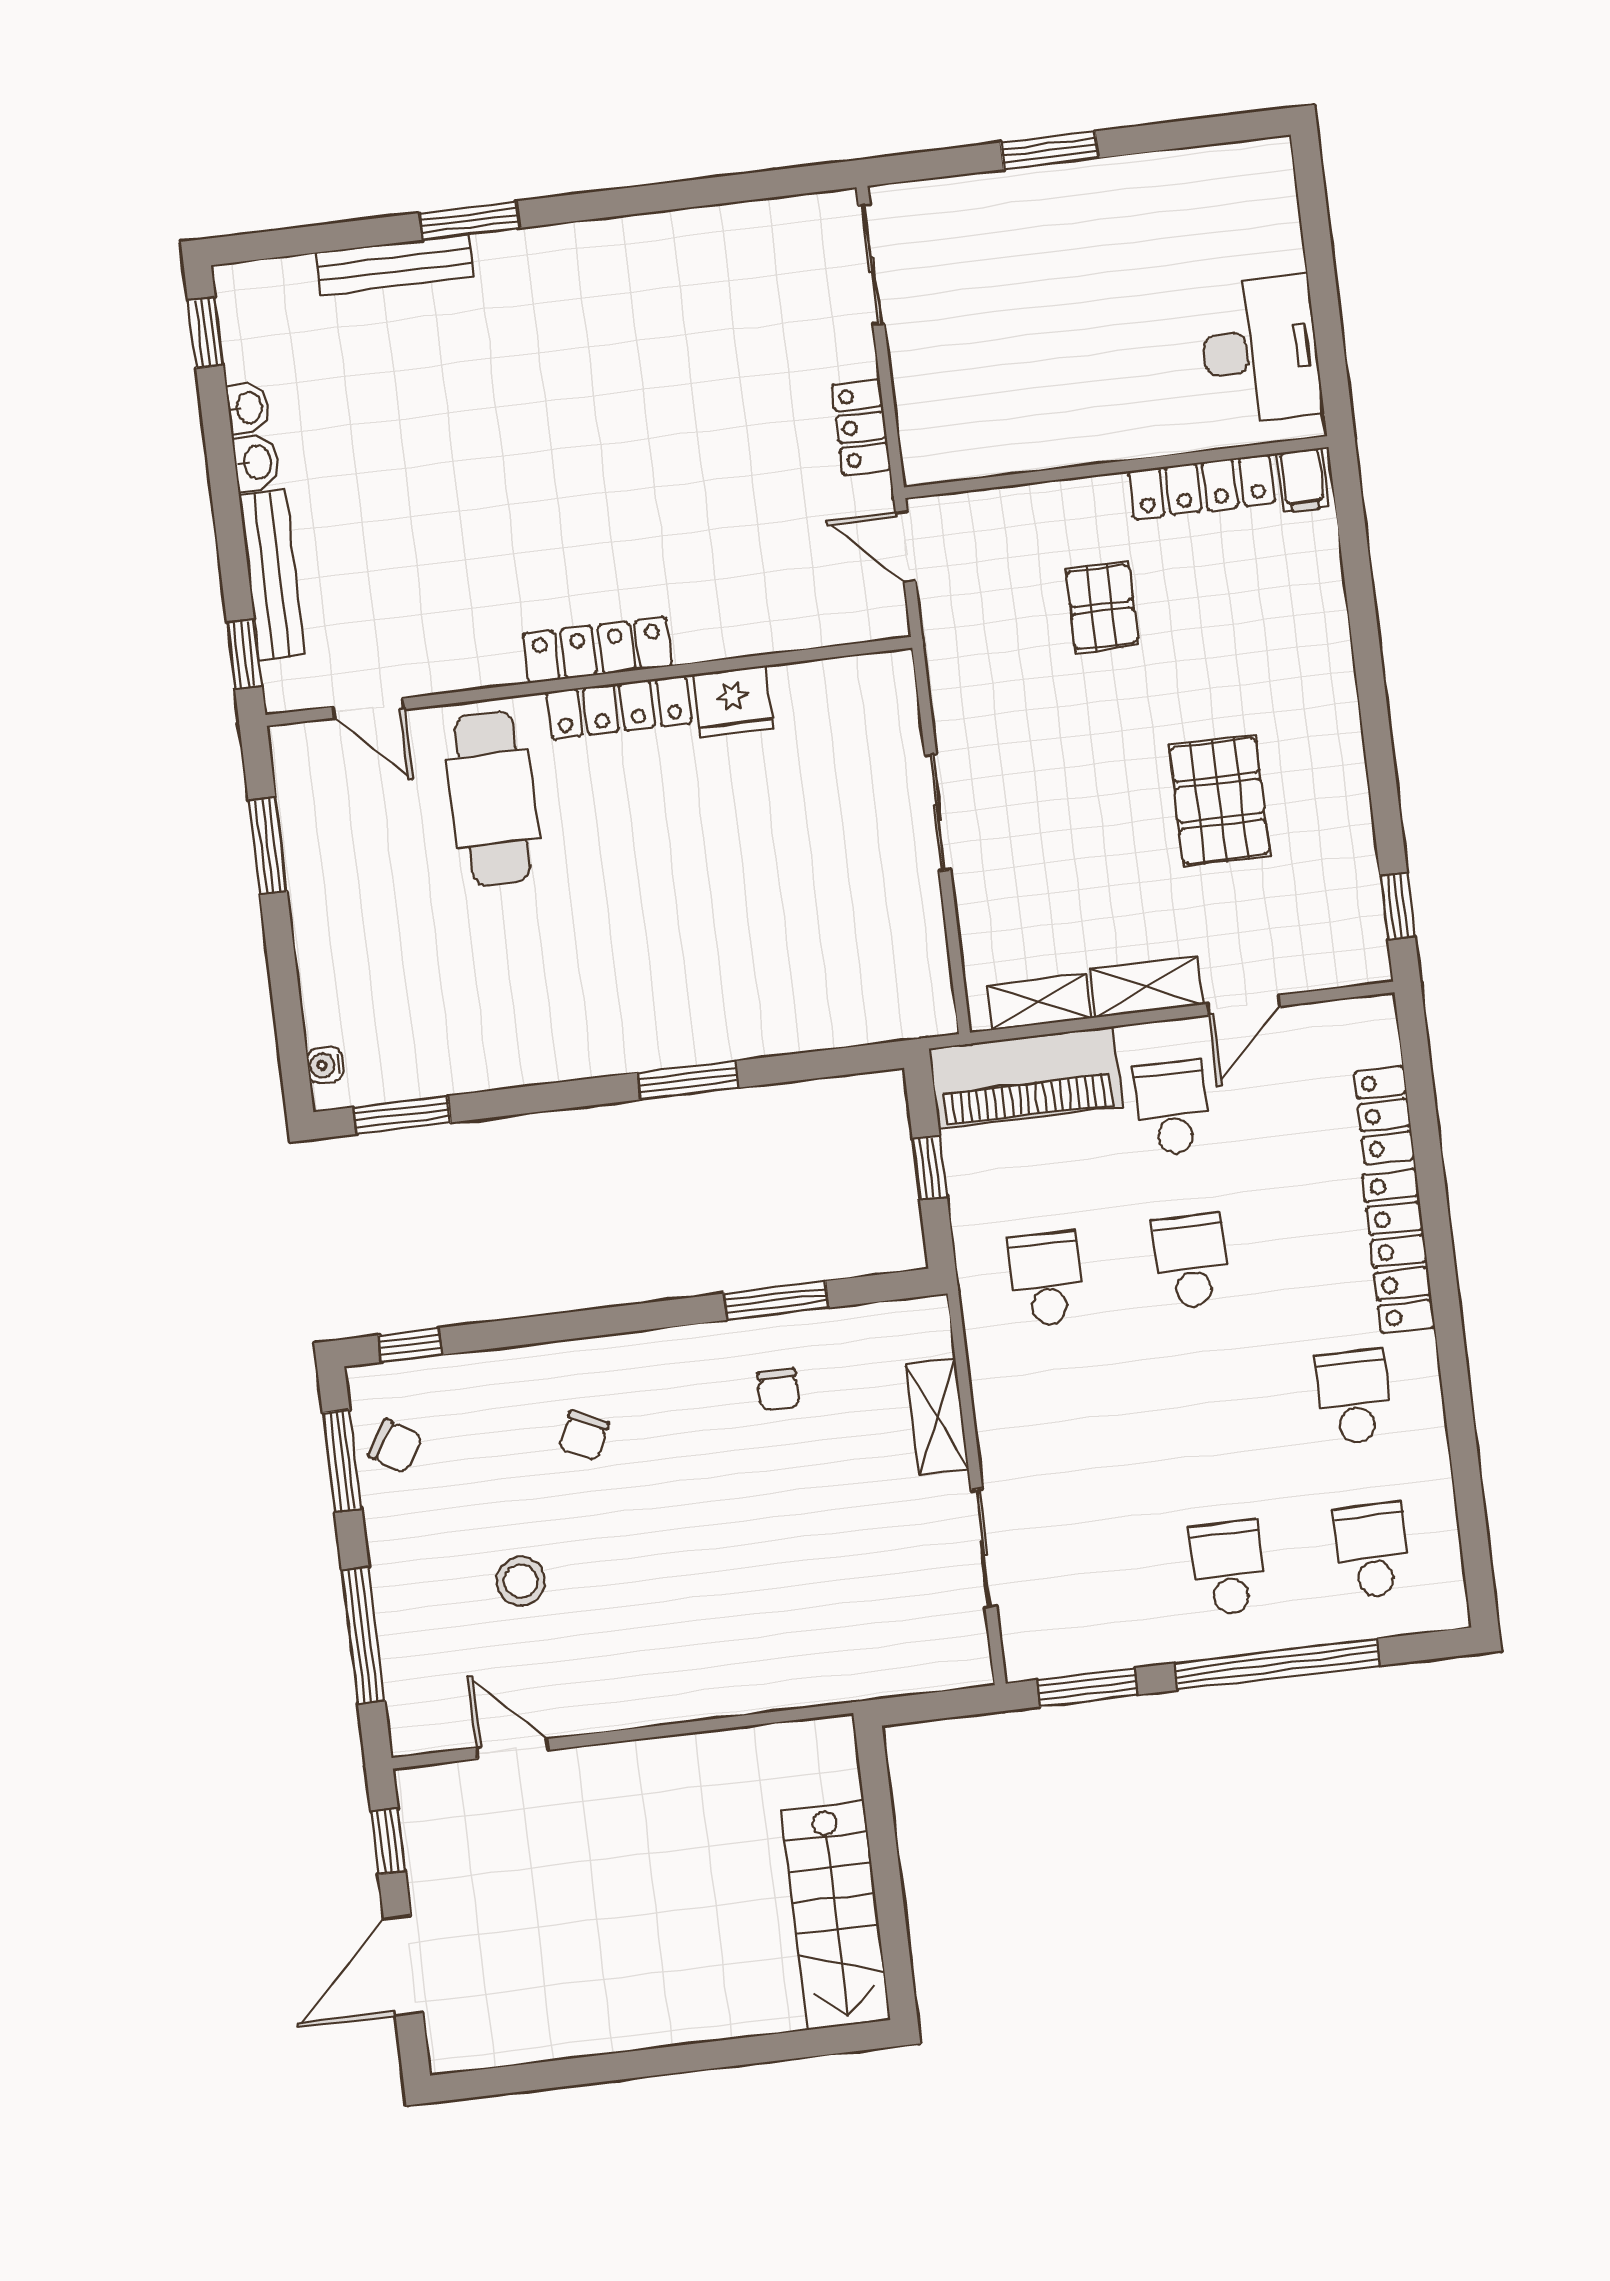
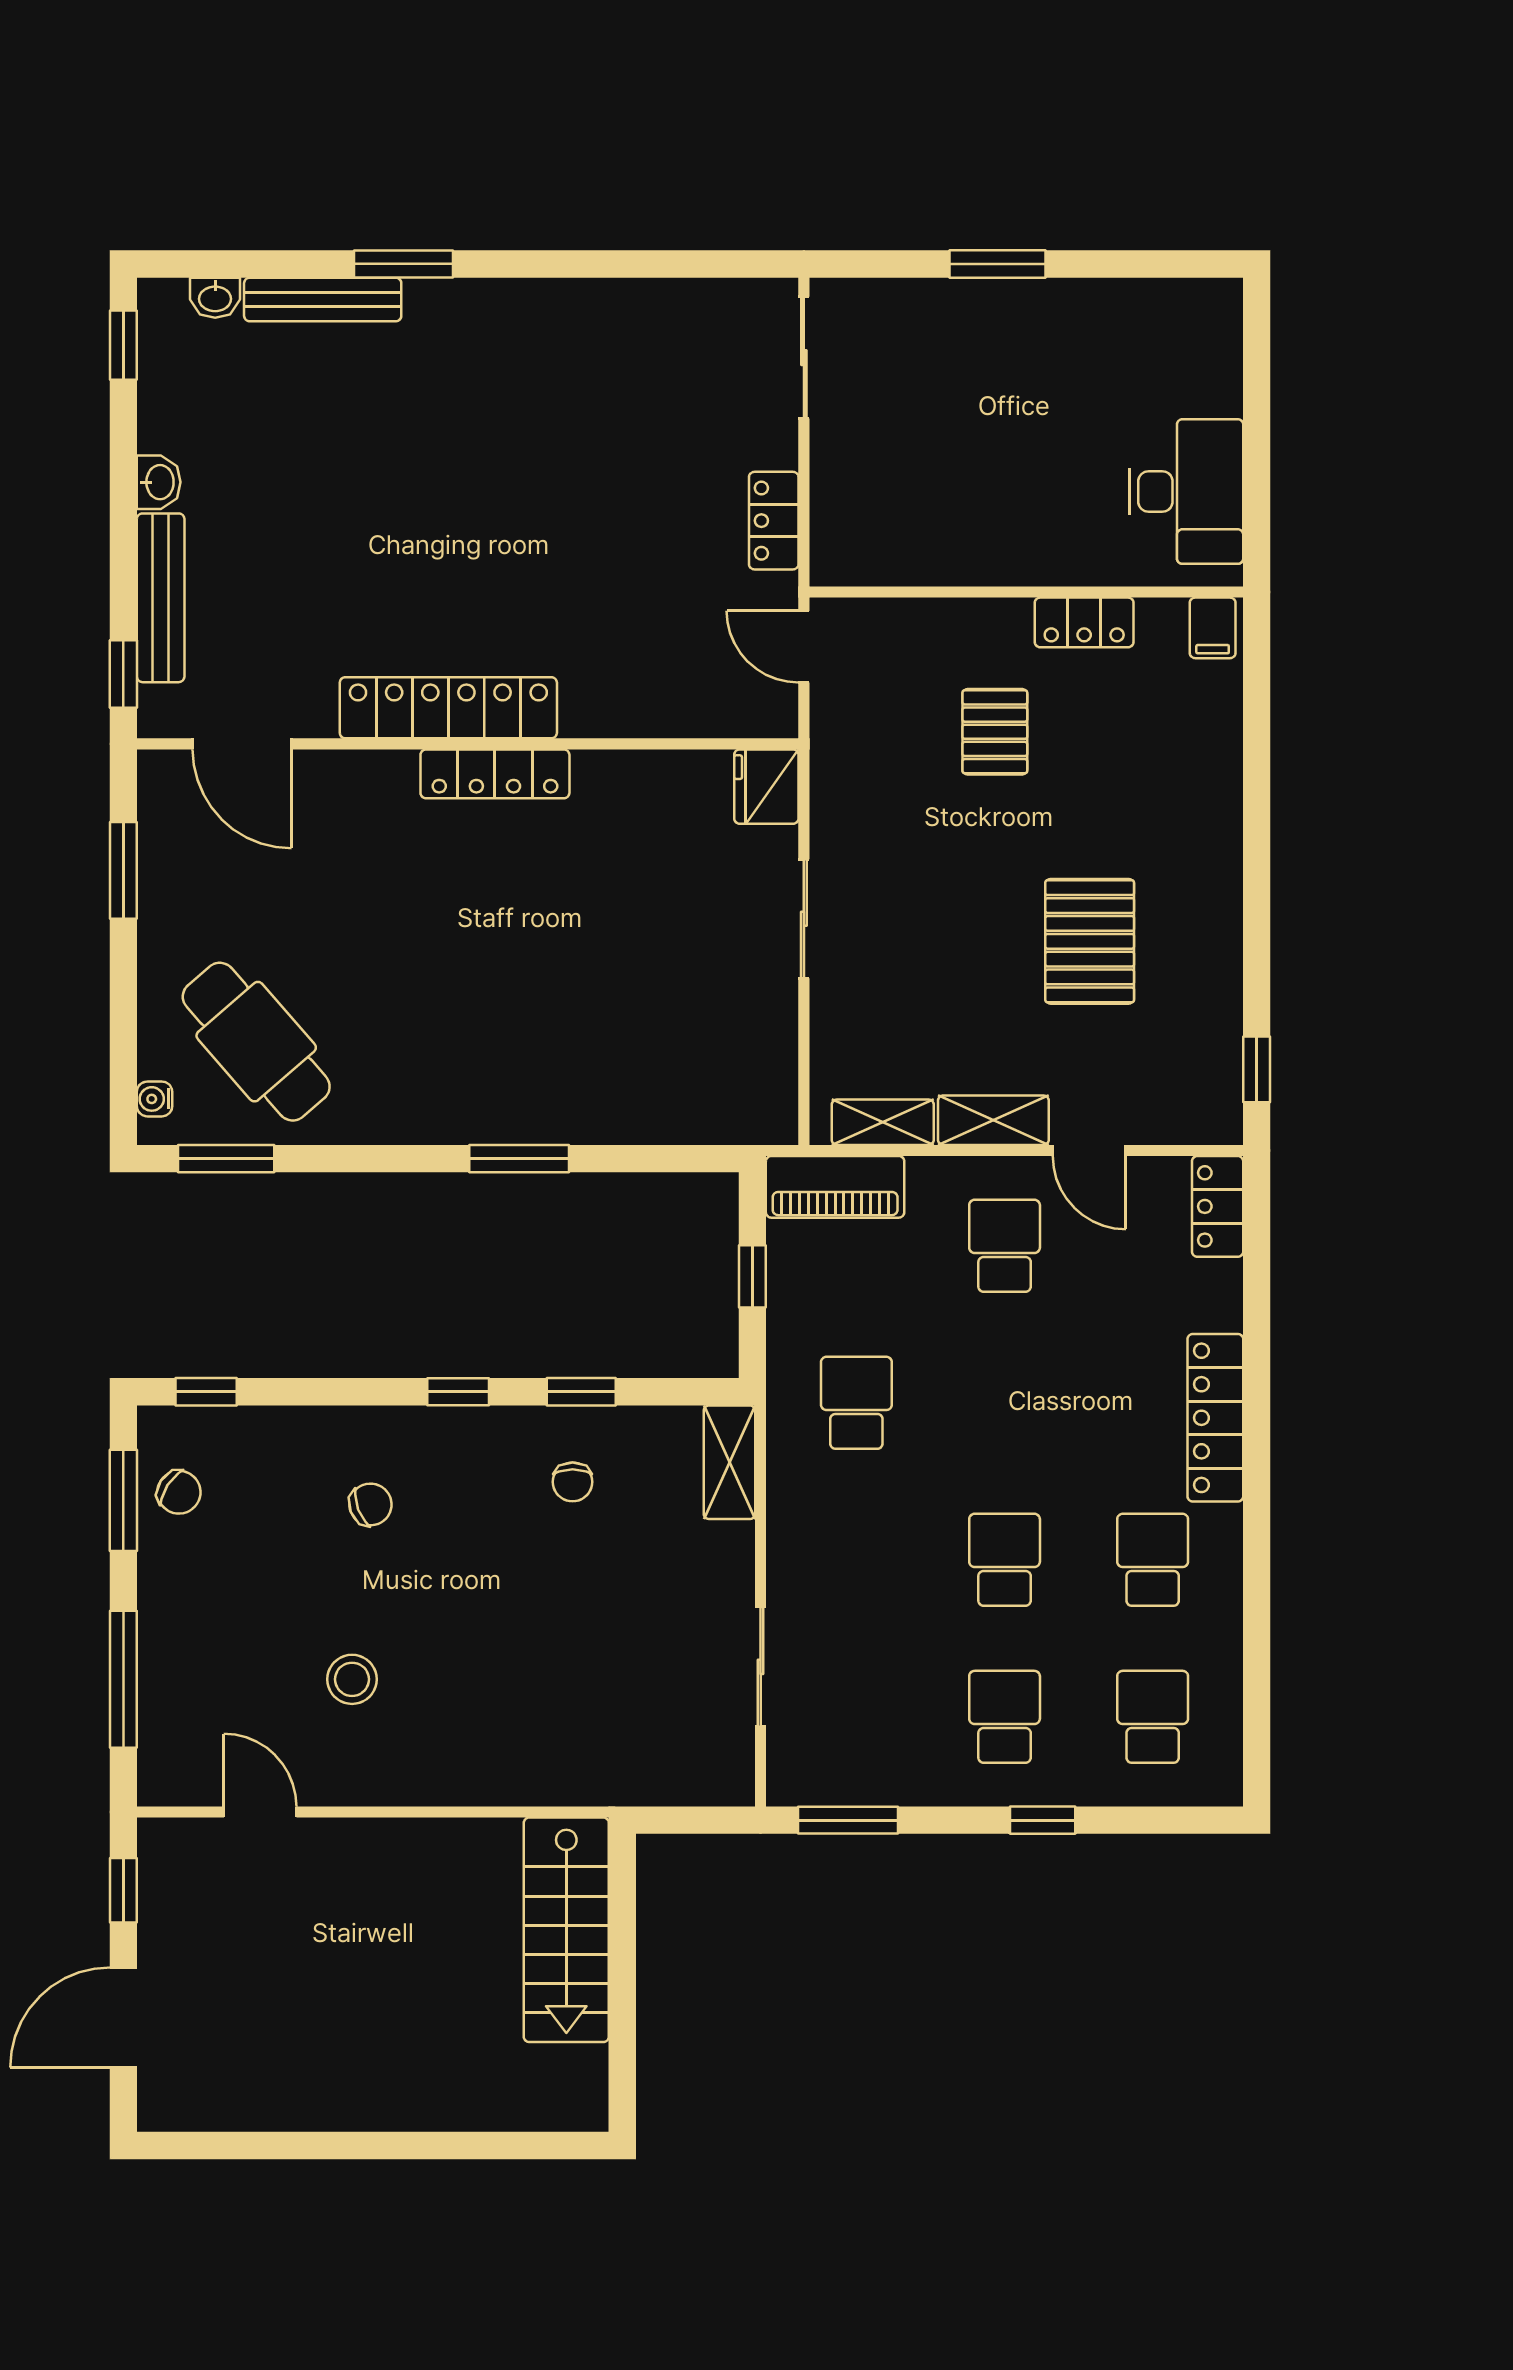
washbasin: (248, 408) -> (215, 298), moved, turned 90
locker: (1202, 487) -> (1084, 622), width x0.66
locker: (597, 650) -> (448, 708), width x1.41, depth x1.21
fridge: (733, 701) -> (766, 787), moved, turned 90
door: (368, 708) -> (242, 744), width x1.38
cafe table: (493, 798) -> (256, 1042), moved, turned -41
door: (1244, 1005) -> (1089, 1151), hinge flipped
piano: (1026, 1077) -> (835, 1187), width x0.73, depth x0.75
locker: (1384, 1115) -> (1218, 1206), moved
school desk: (1191, 1261) -> (1005, 1560), moved
window: (776, 1301) -> (581, 1392), width x0.67
window: (656, 1315) -> (458, 1392), added
shelving: (937, 1417) -> (729, 1462), moved
chair: (584, 1436) -> (370, 1504), turned -136
stool: (521, 1581) -> (352, 1679), moved
window: (1277, 1664) -> (1043, 1820), width x0.32
stairs: (836, 1915) -> (566, 1930), moved

